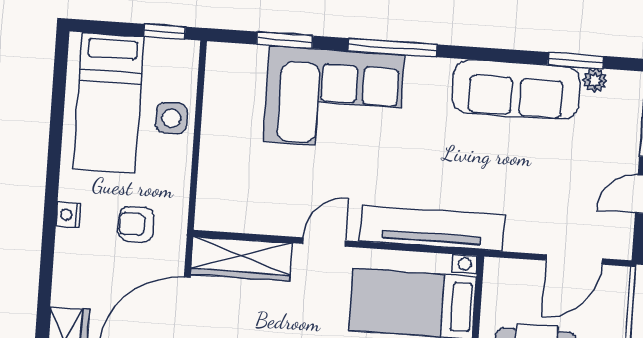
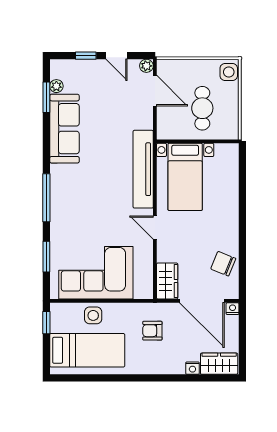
corner sofa: (334, 98) -> (96, 273), moved, turned -90
nightstand: (68, 215) -> (192, 368), moved
armchair: (136, 224) -> (152, 331), turned 90
plant: (620, 247) -> (146, 66), added
wardrobe: (241, 259) -> (167, 281), width x0.67

